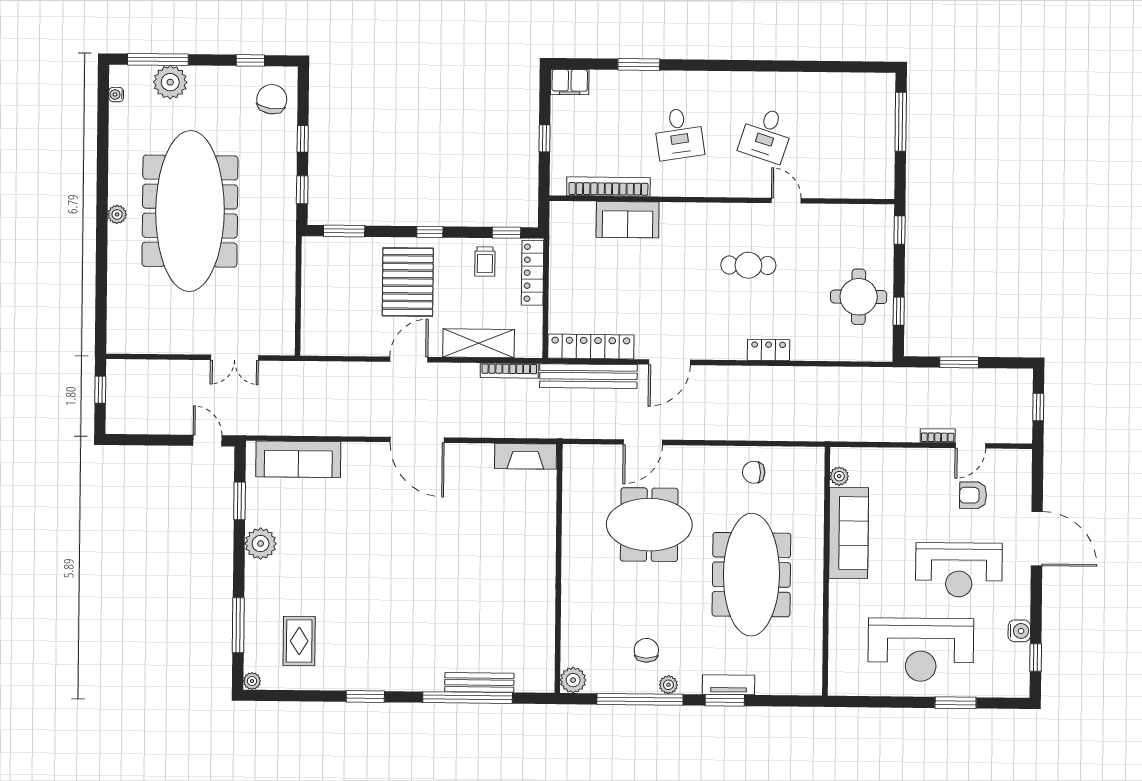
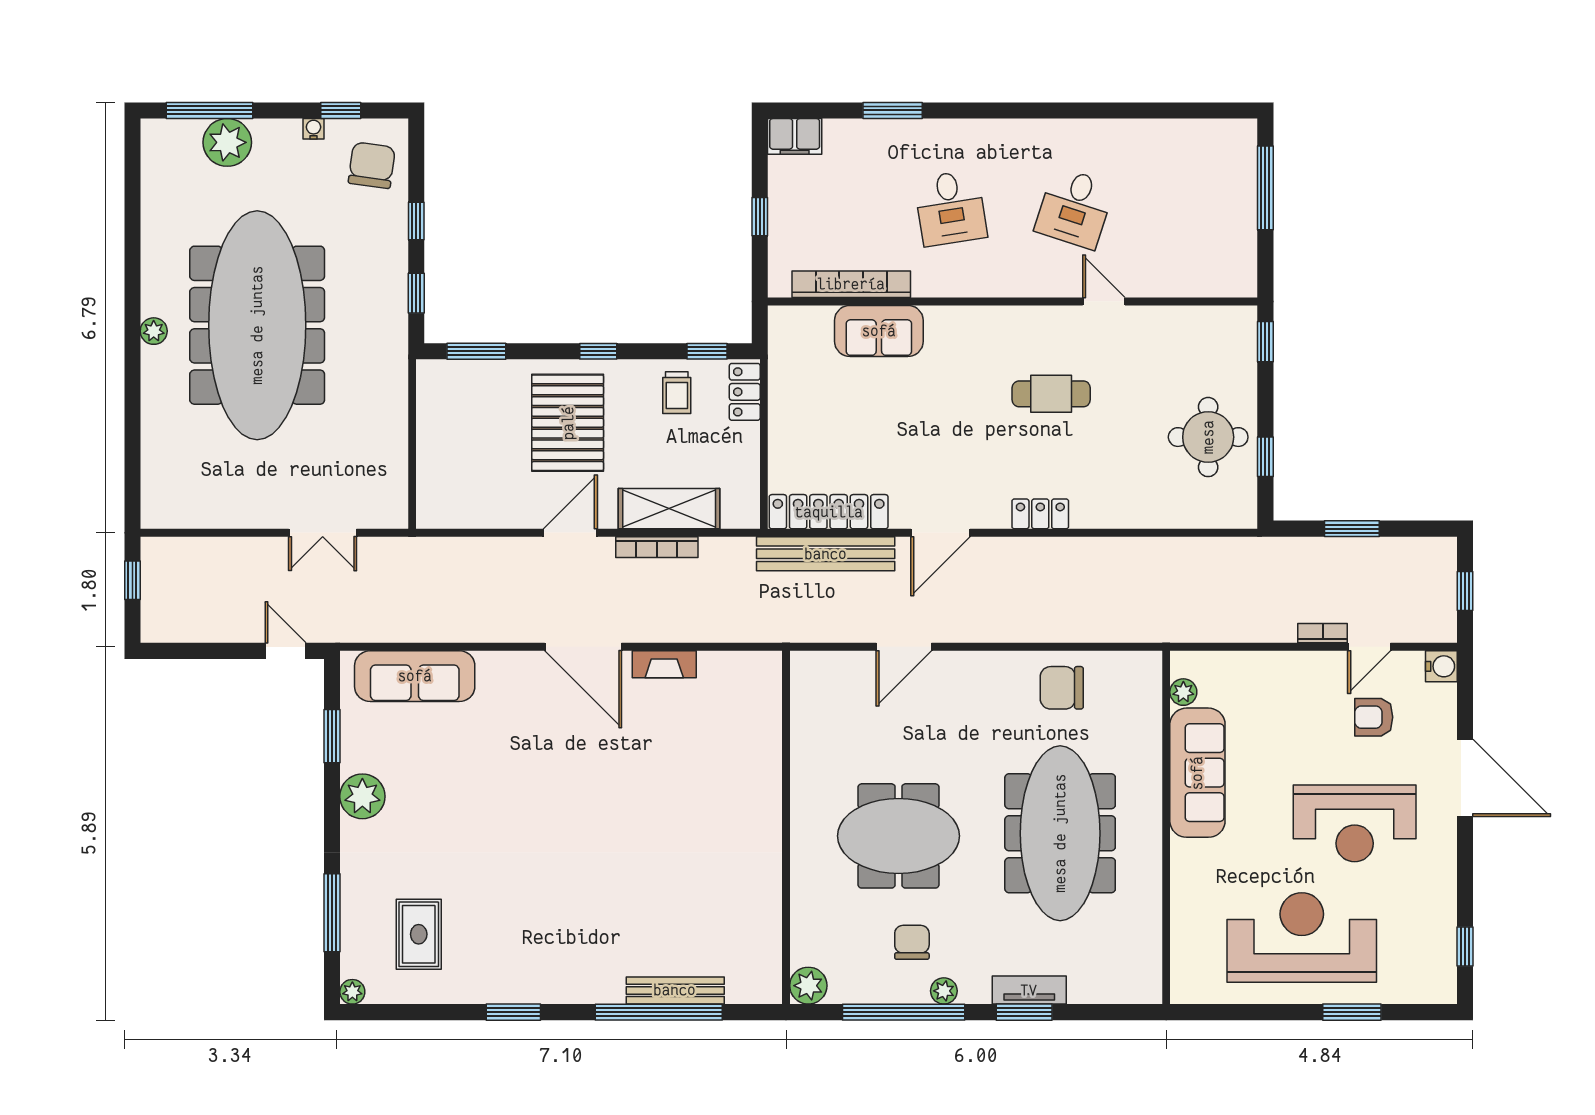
water cooler: (116, 95) -> (313, 129), moved, turned 90
locker: (533, 273) -> (745, 392), width x0.66
locker: (769, 350) -> (1040, 514), moved
bookcase: (509, 371) -> (657, 547), moved
fireplace: (525, 456) -> (664, 664), moved, width x0.73, depth x0.76
chair: (754, 472) -> (1062, 688), width x1.37, depth x1.37
meeting table: (649, 525) -> (898, 836), moved
water cooler: (1019, 631) -> (1441, 666), moved
reception desk: (921, 650) -> (1302, 937), turned 180

